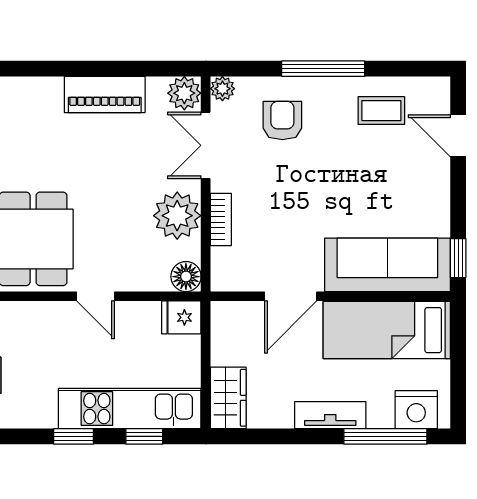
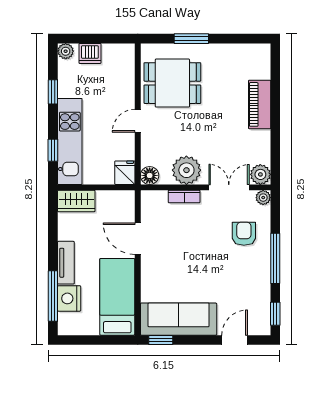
window: (415, 69) -> (275, 314), added
piano: (105, 95) -> (260, 104), moved
coffee table: (381, 111) -> (250, 294), removed
armchair: (282, 121) -> (244, 234), turned -90
sofa: (387, 265) -> (179, 319), moved, turned -90
nightstand: (416, 410) -> (69, 298), moved
window: (74, 436) -> (53, 92), moved

